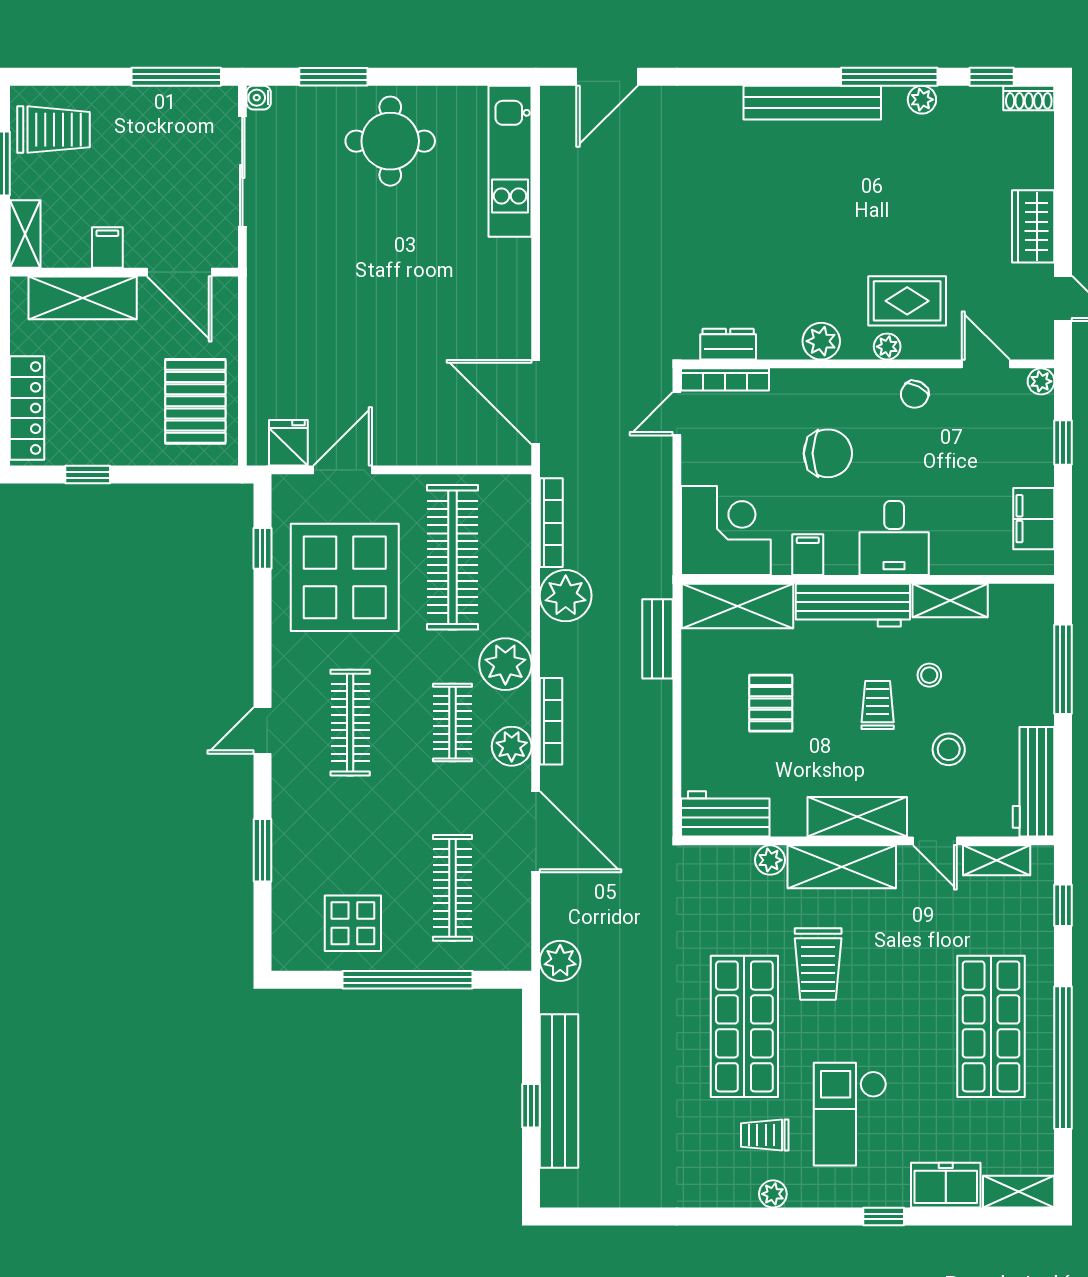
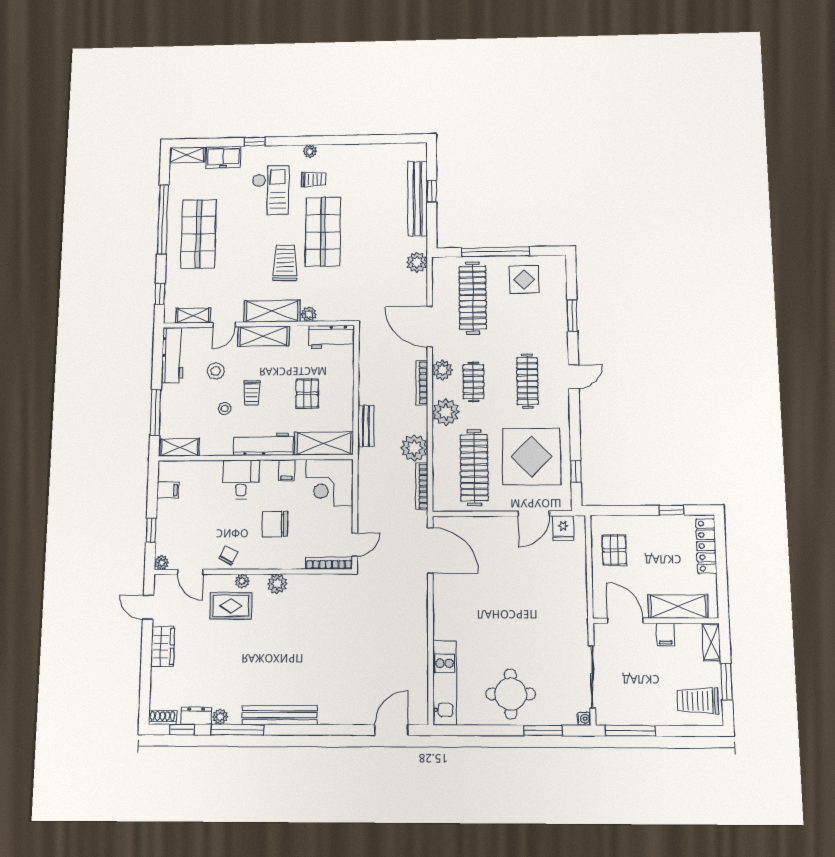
dresser: (728, 344) -> (196, 716), moved, turned 180
pallet: (195, 401) -> (614, 550), width x0.67, depth x0.71
filing cabinet: (1034, 519) -> (168, 490), width x0.50
shelving: (950, 601) -> (180, 447), moved
door: (935, 841) -> (224, 325), swing flipped
clothes rail: (453, 888) -> (473, 298), width x1.37, depth x1.31

